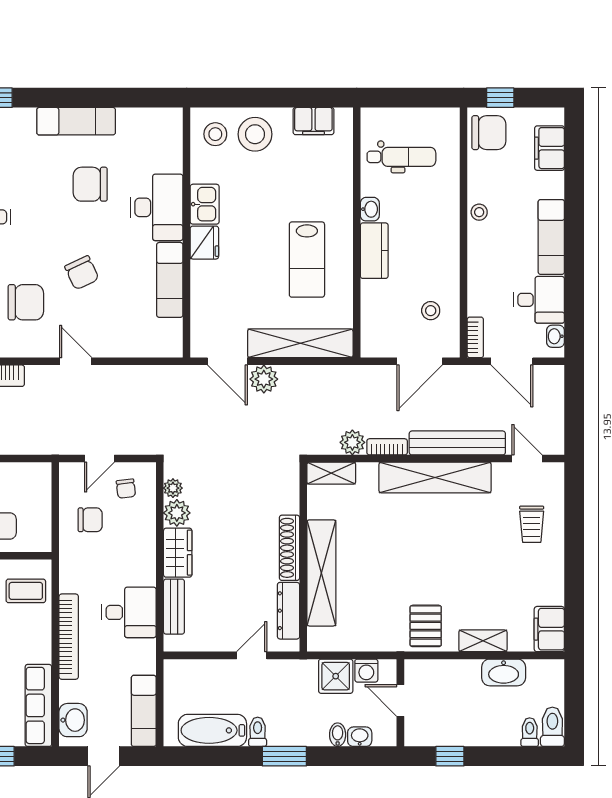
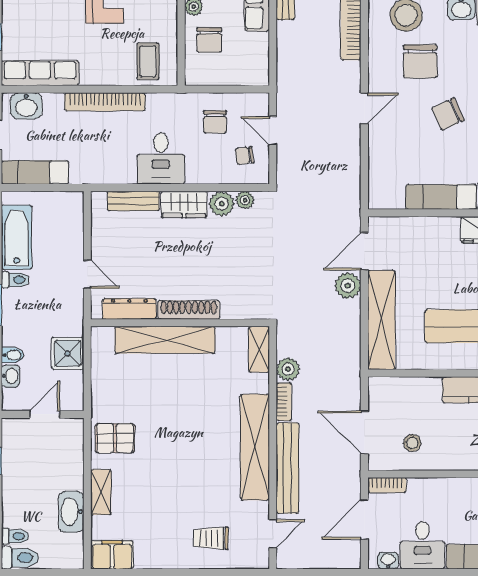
desk: (129, 612) -> (161, 159), moved
washing machine: (366, 671) -> (73, 382), removed

